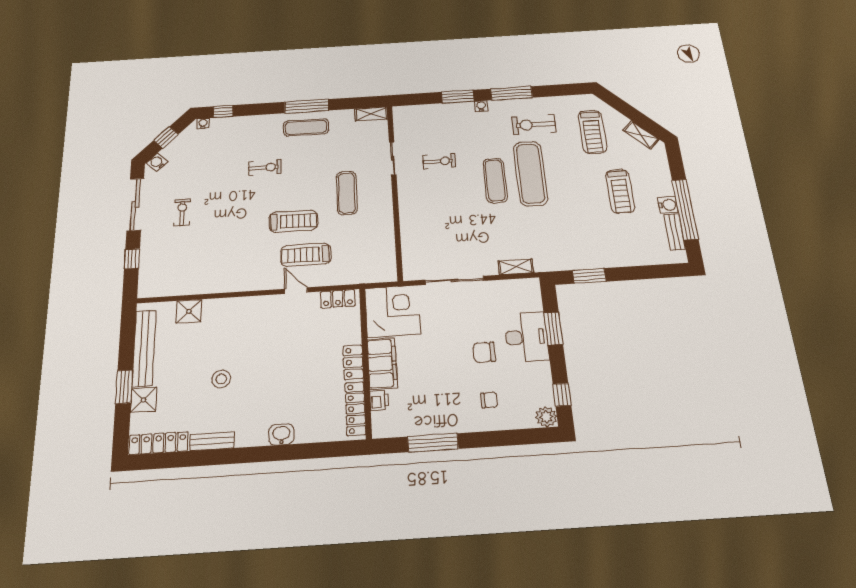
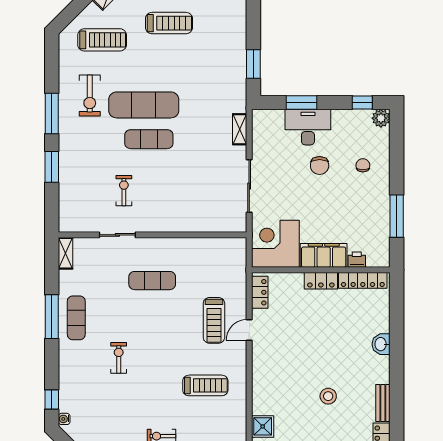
water cooler: (481, 106) -> (64, 145), removed
treadmill: (293, 221) -> (205, 385), moved, turned 90

